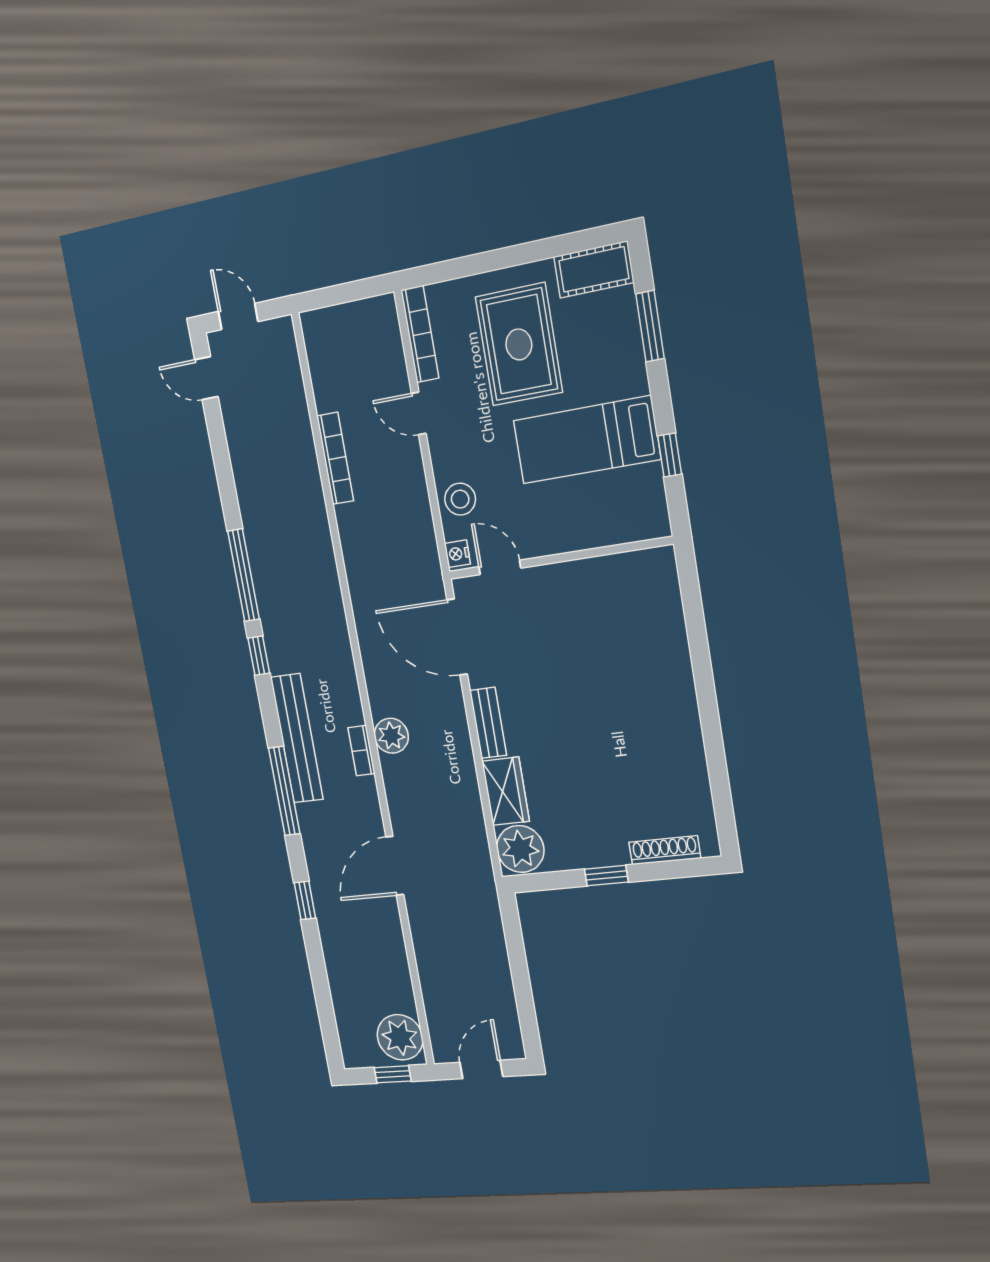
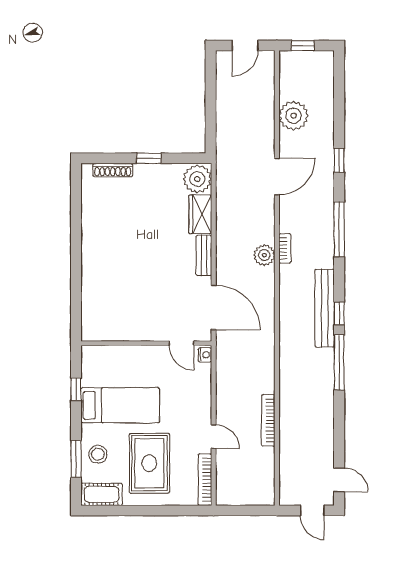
stool: (460, 499) -> (98, 454), moved
bench: (297, 738) -> (325, 308), moved
plant: (400, 1037) -> (294, 116), moved

